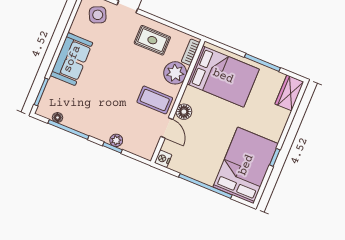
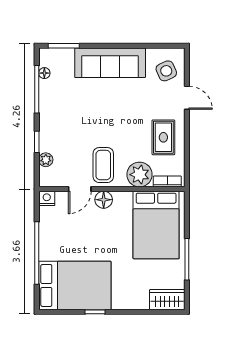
sofa: (72, 59) -> (110, 63), width x1.36
plant: (116, 140) -> (46, 160), moved

